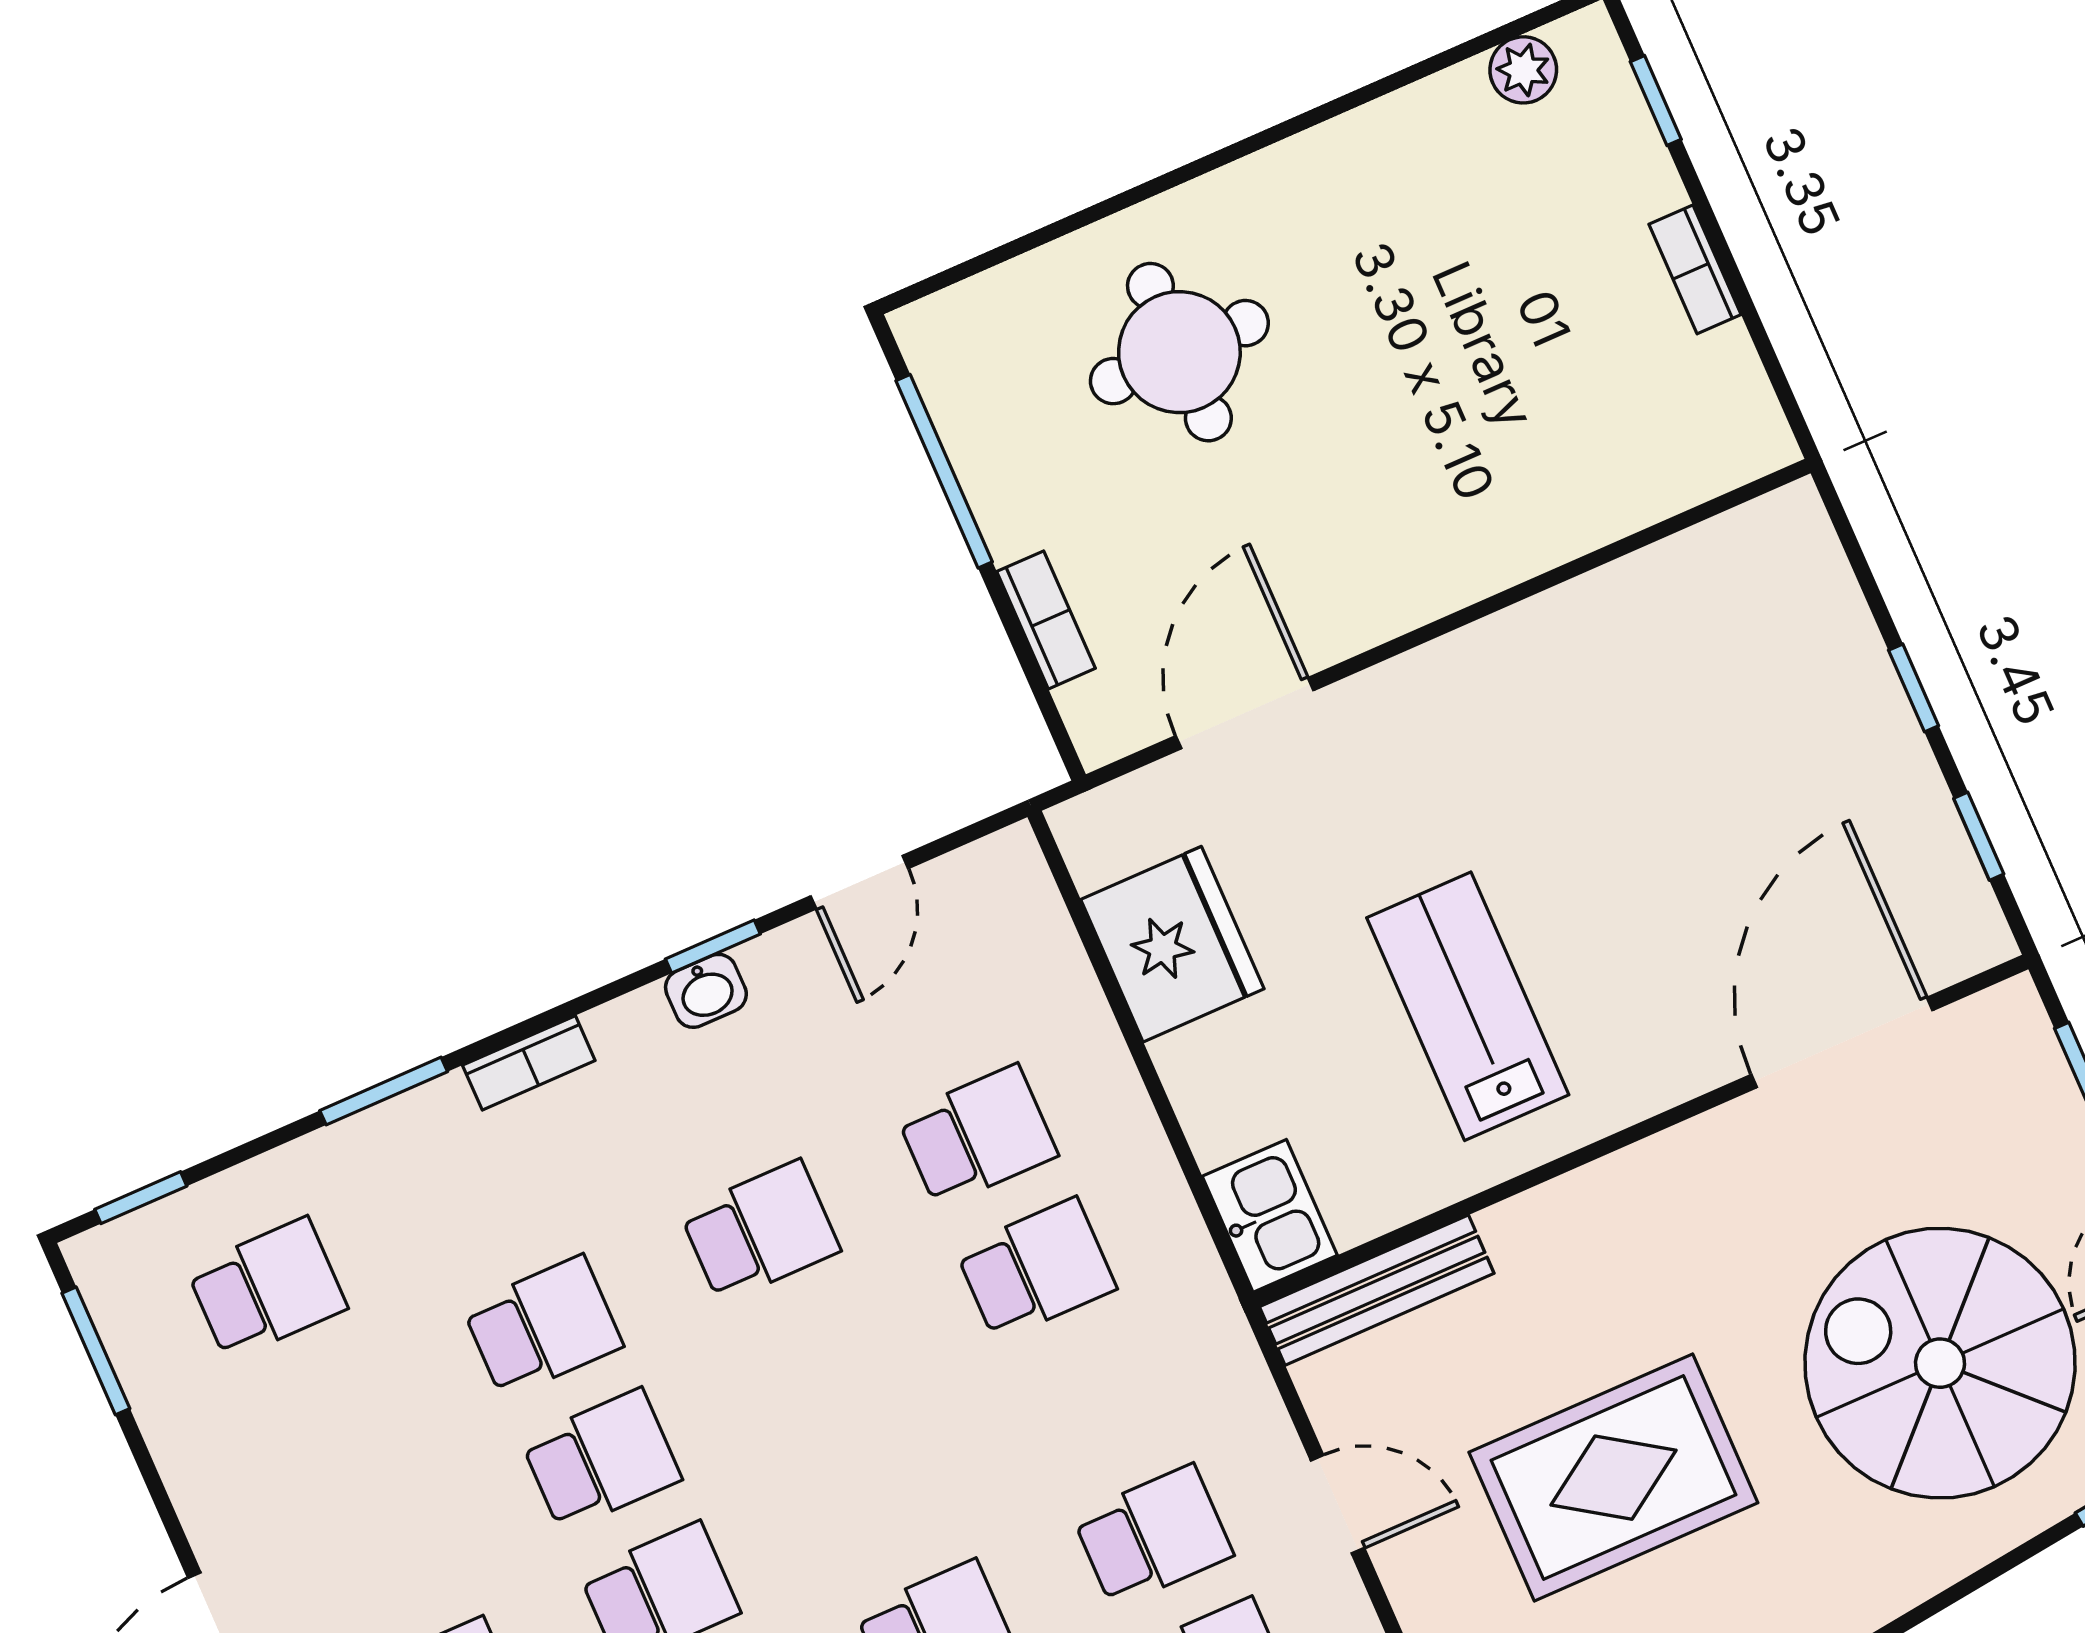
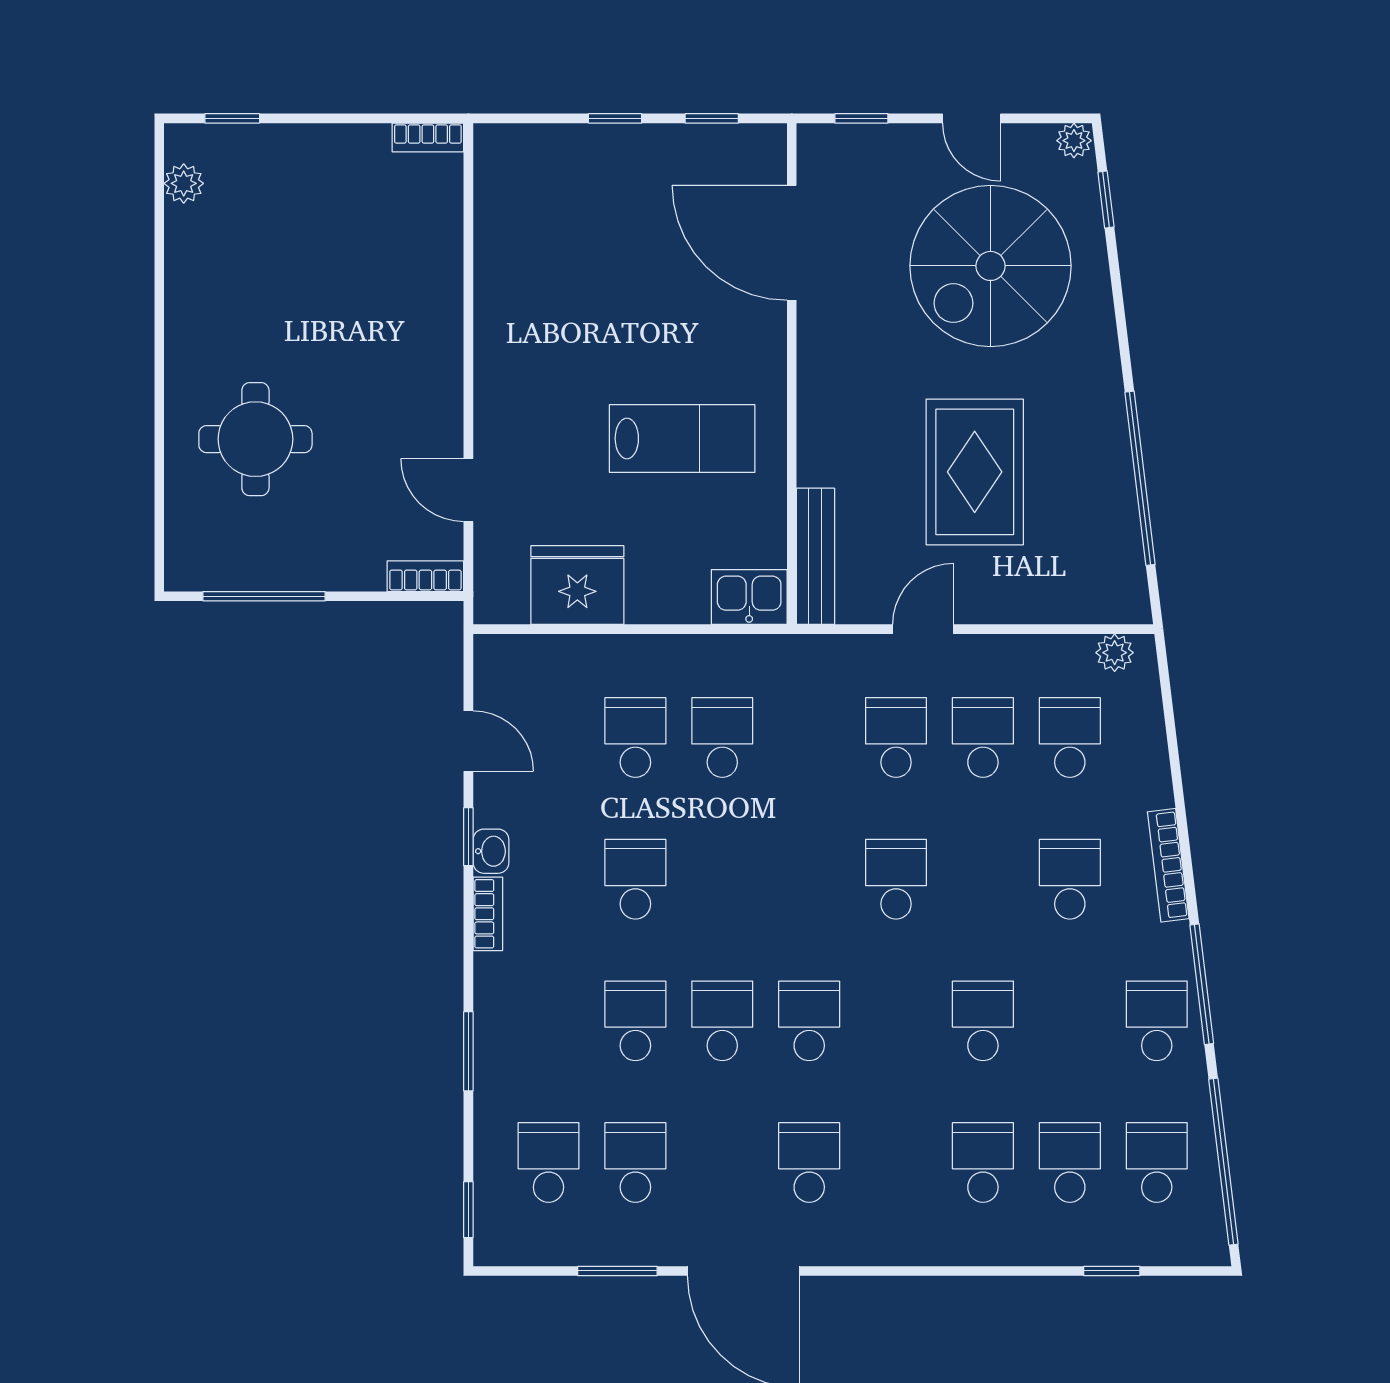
bookcase: (1695, 269) -> (428, 137), moved
bookcase: (1046, 620) -> (425, 576), moved
door: (1245, 713) -> (468, 490), width x0.73
lab bench: (1468, 1006) -> (682, 438), turned 180
bookcase: (529, 1063) -> (488, 914), moved
window: (96, 1351) -> (617, 1271), moved
school desk: (326, 1422) -> (635, 1163), added

